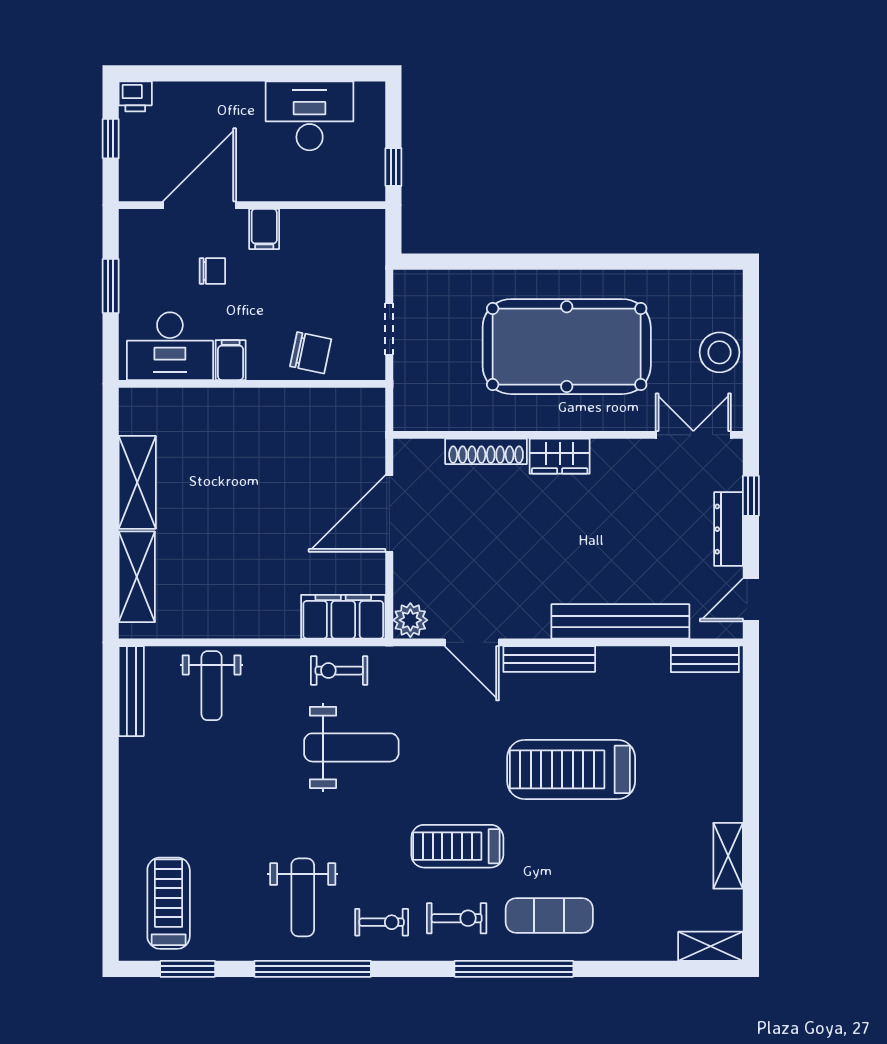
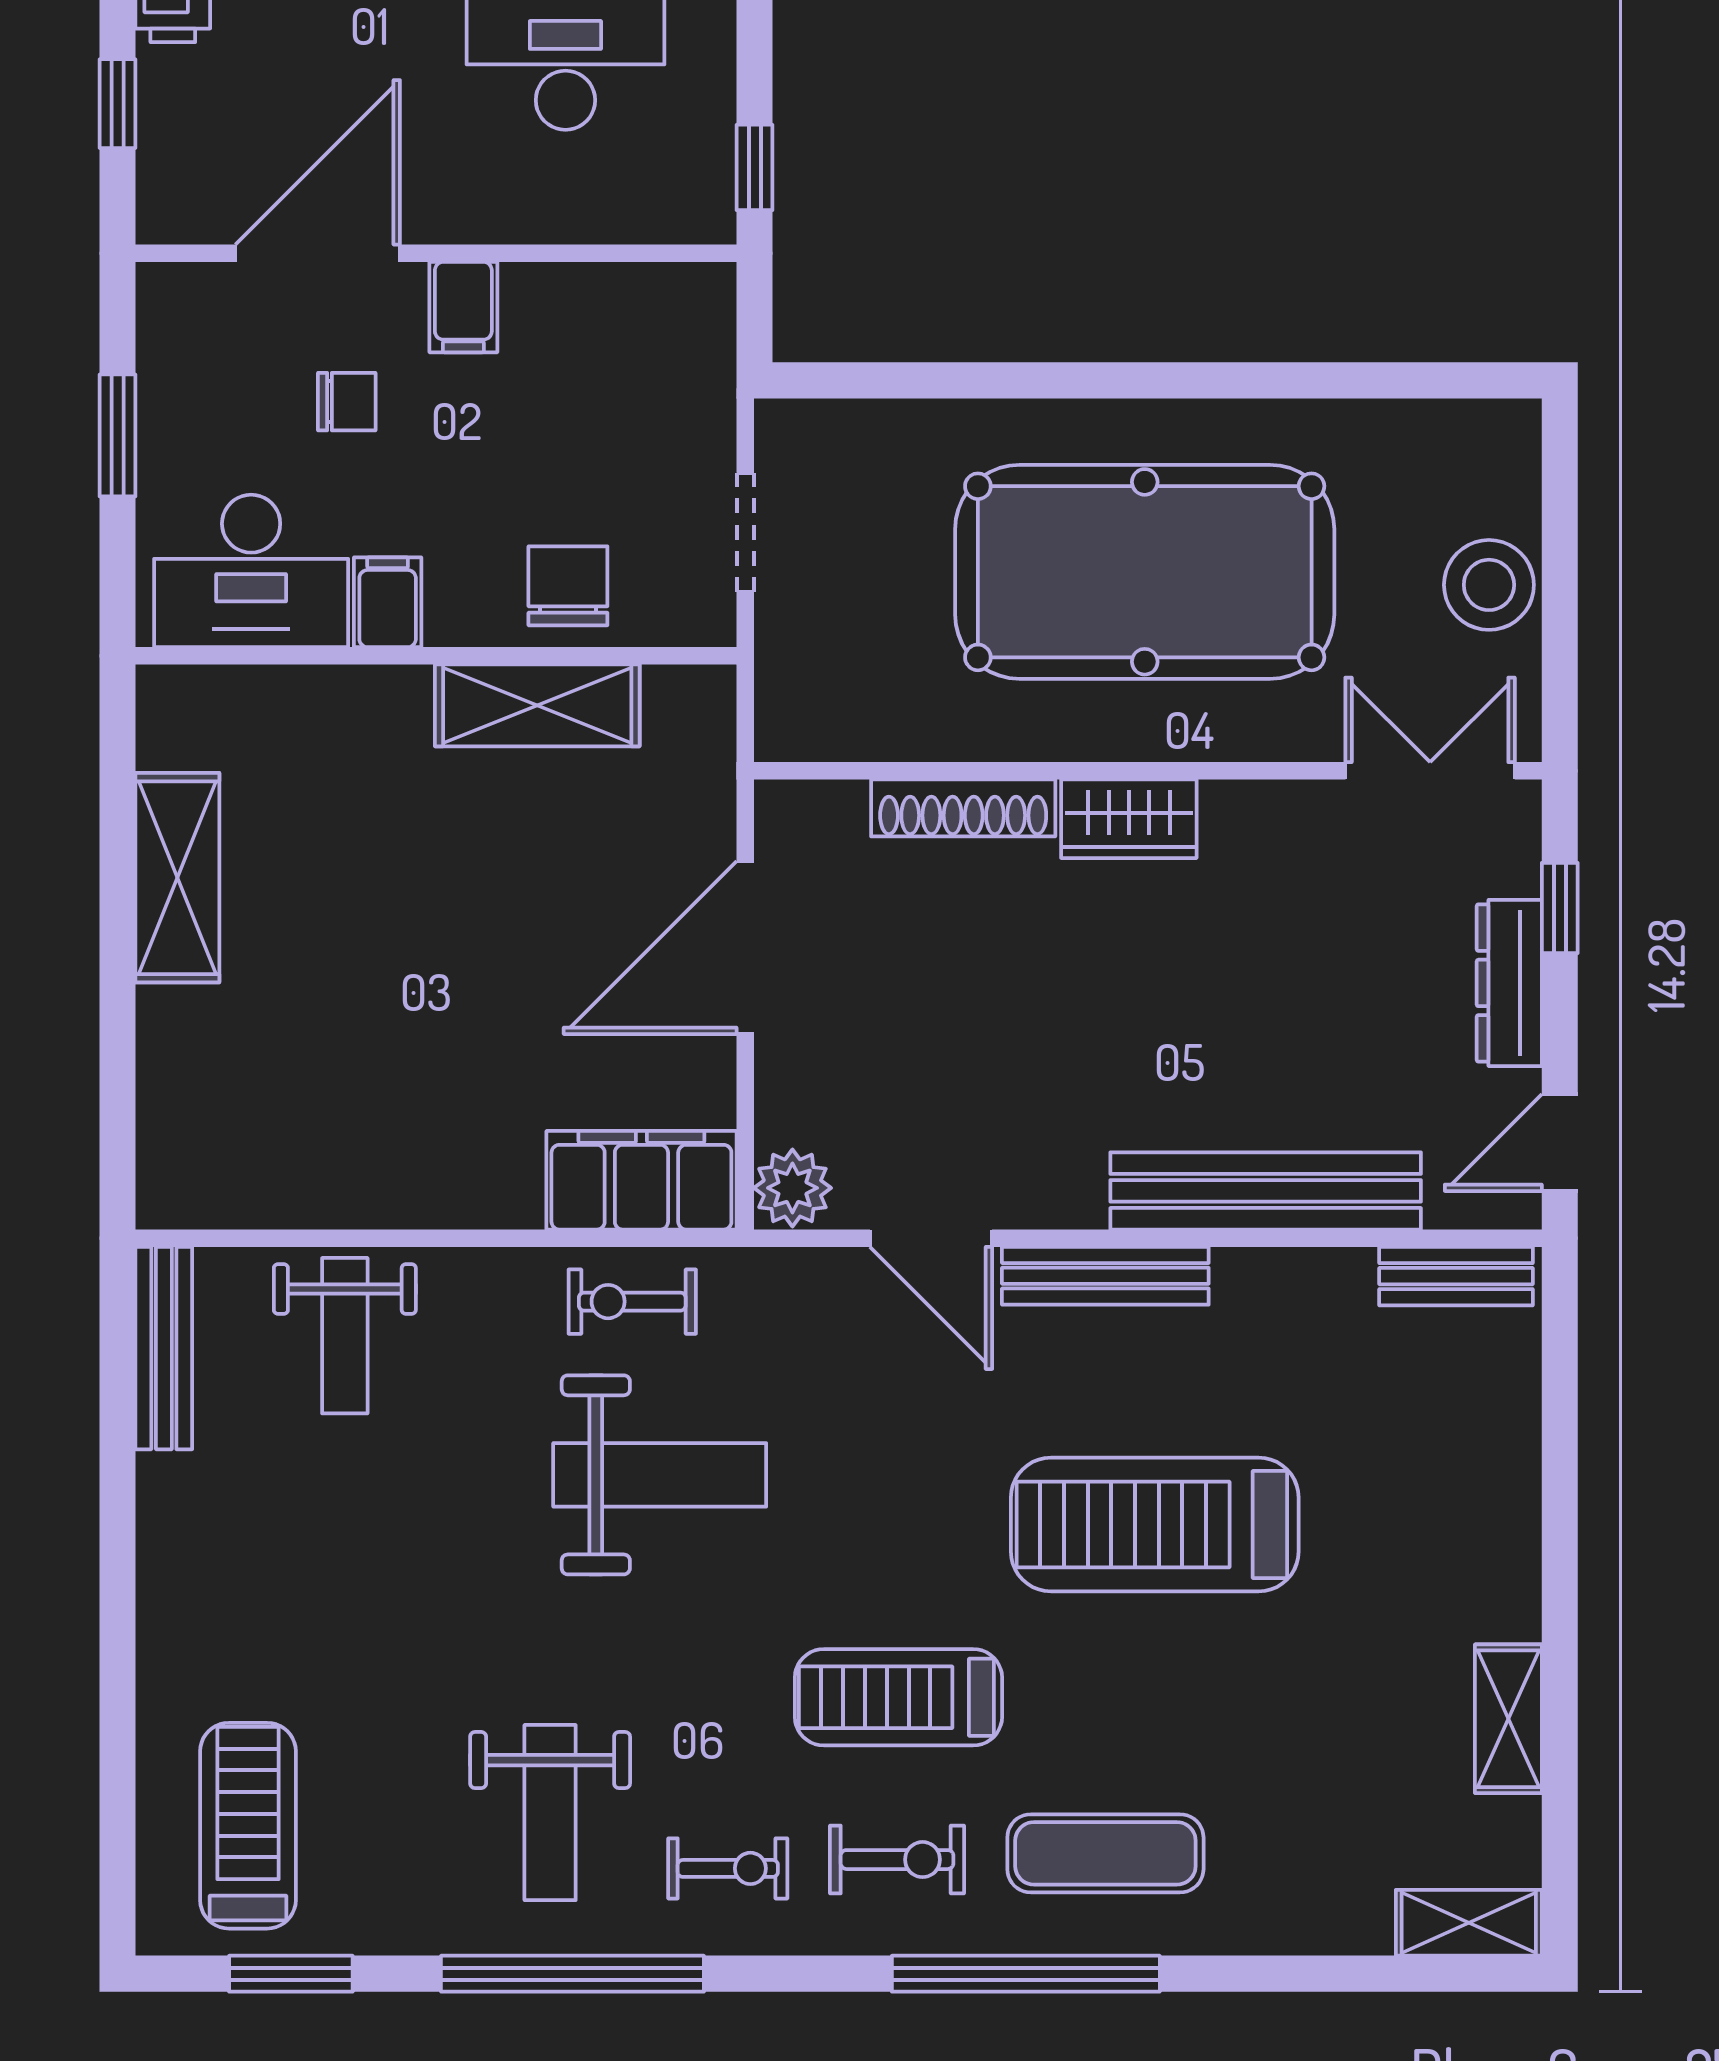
chair: (311, 353) -> (568, 586), turned -102
shelving: (137, 577) -> (537, 705), moved, turned 90

